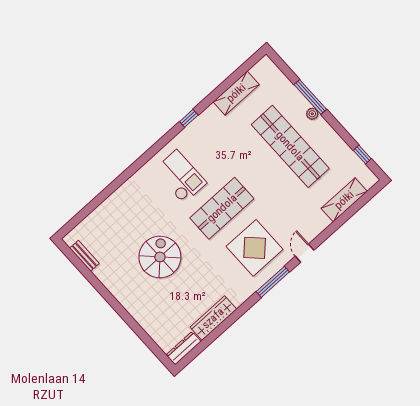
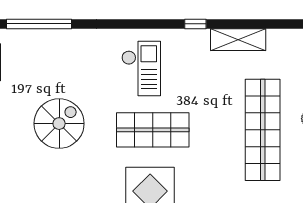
shelving: (236, 93) -> (238, 40), moved
window: (91, 206) -> (39, 24), added

